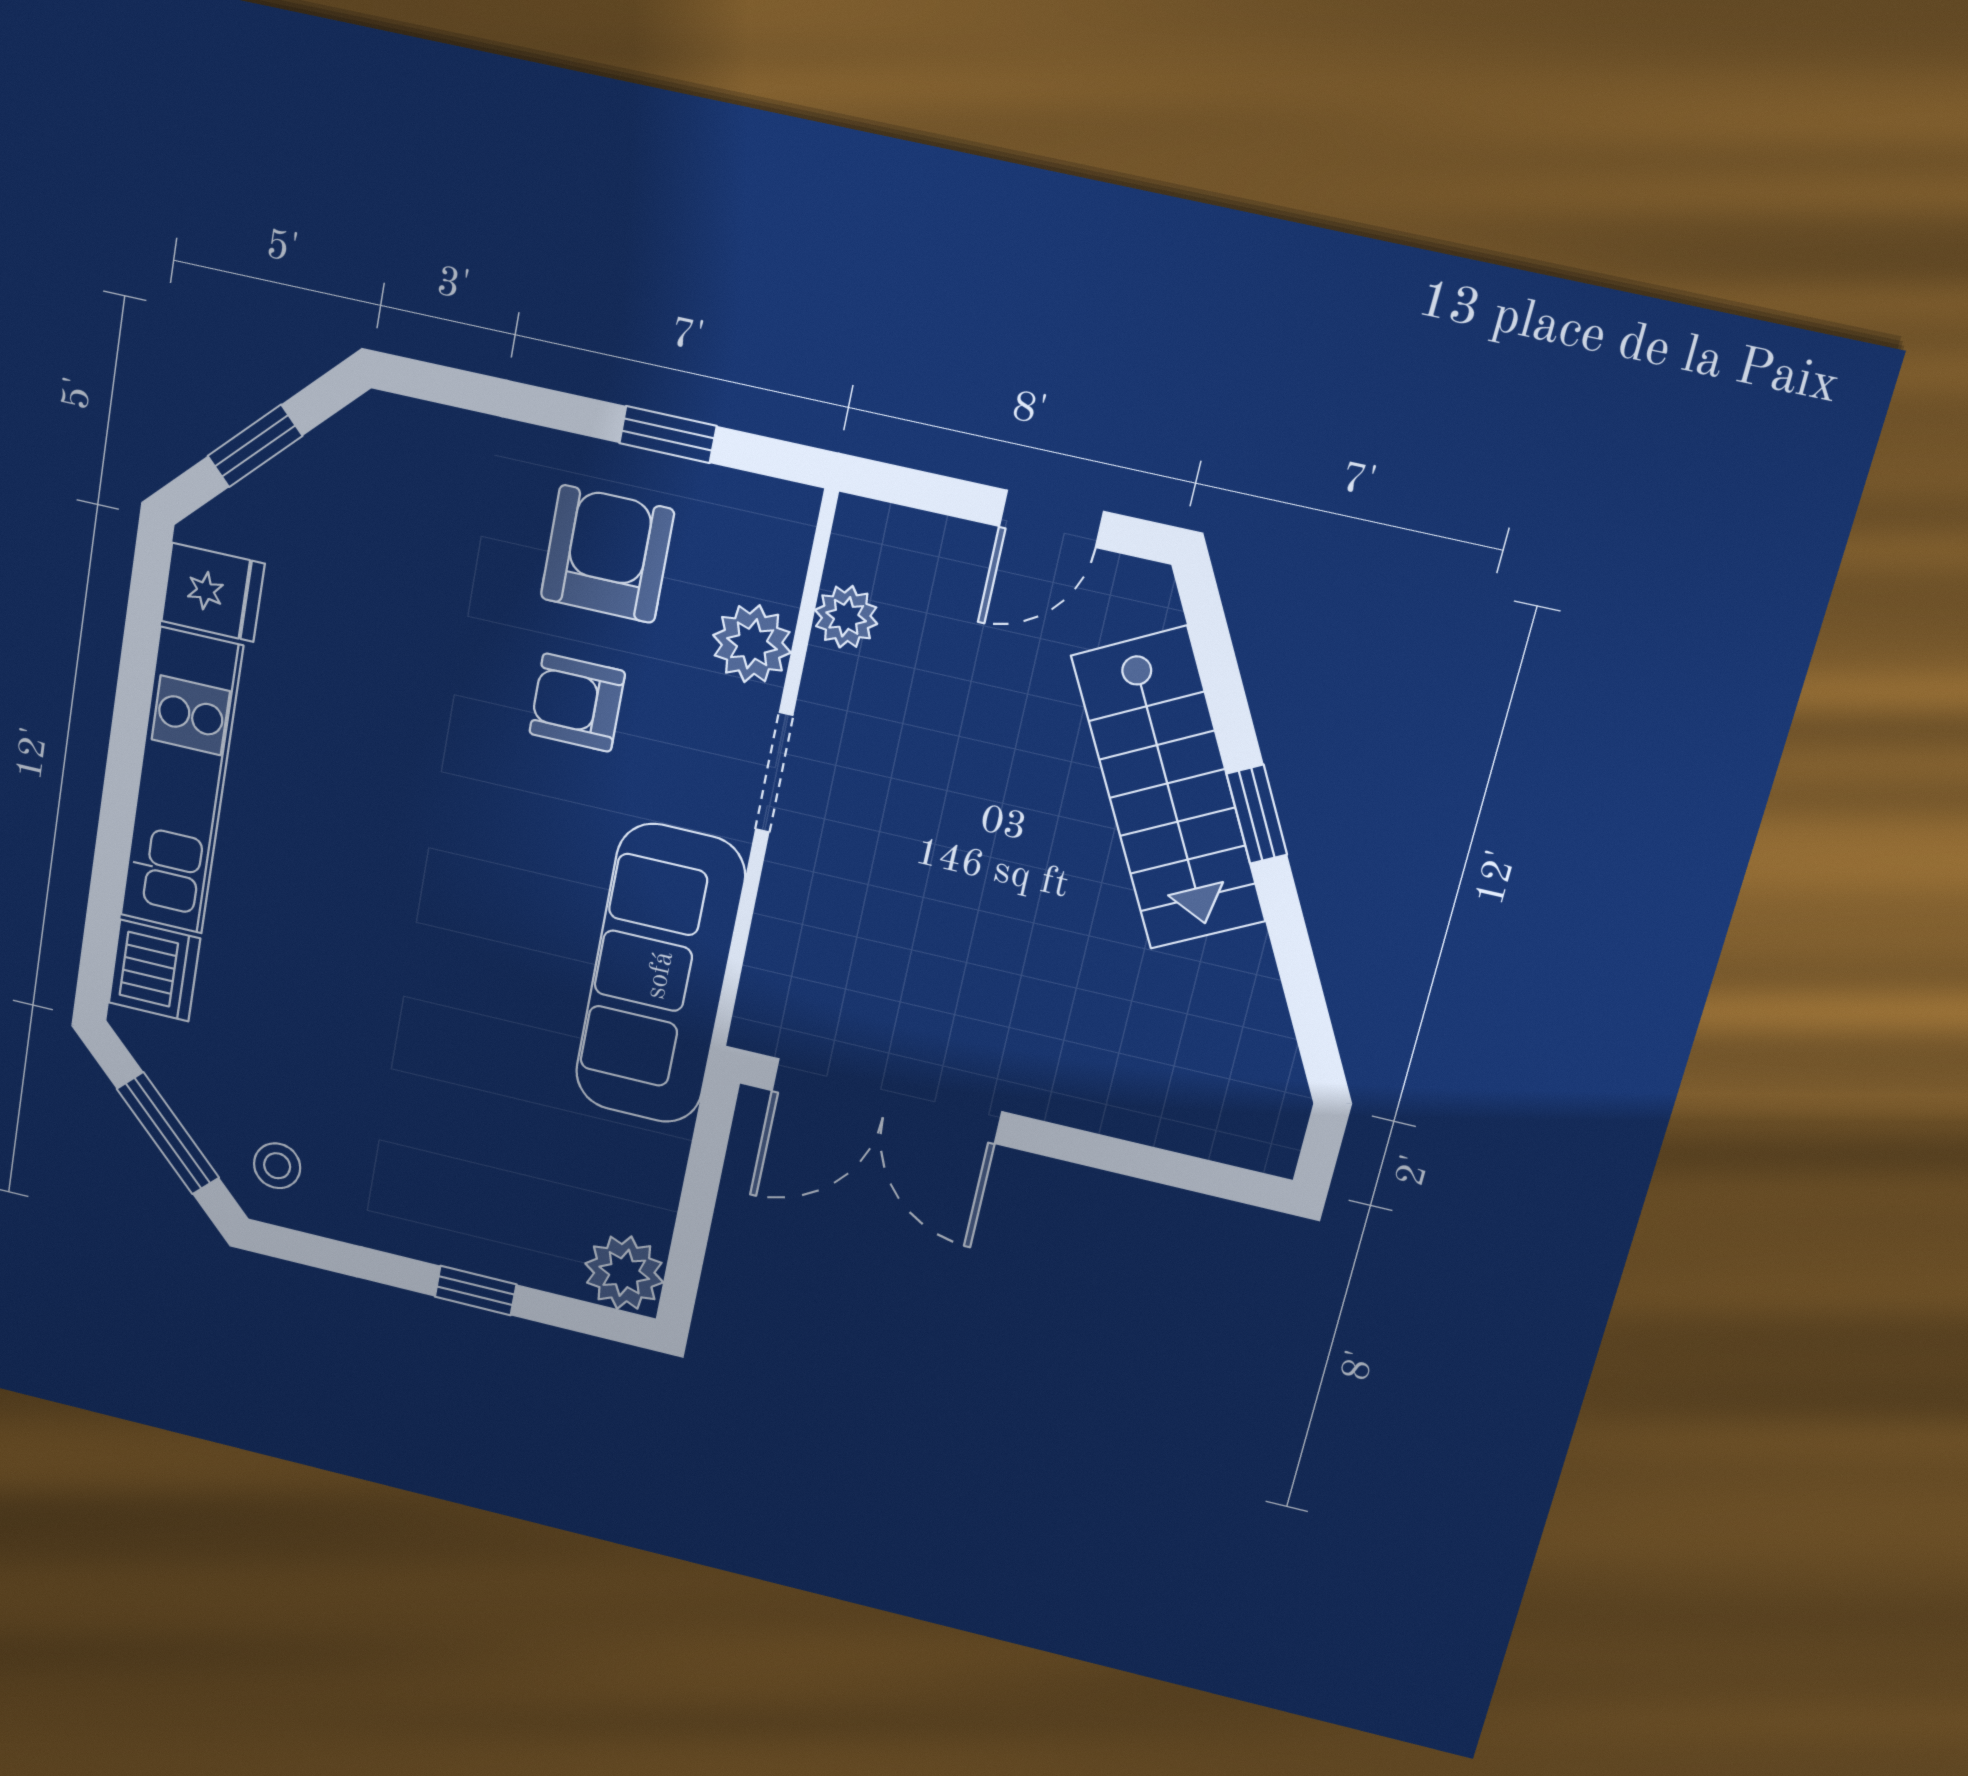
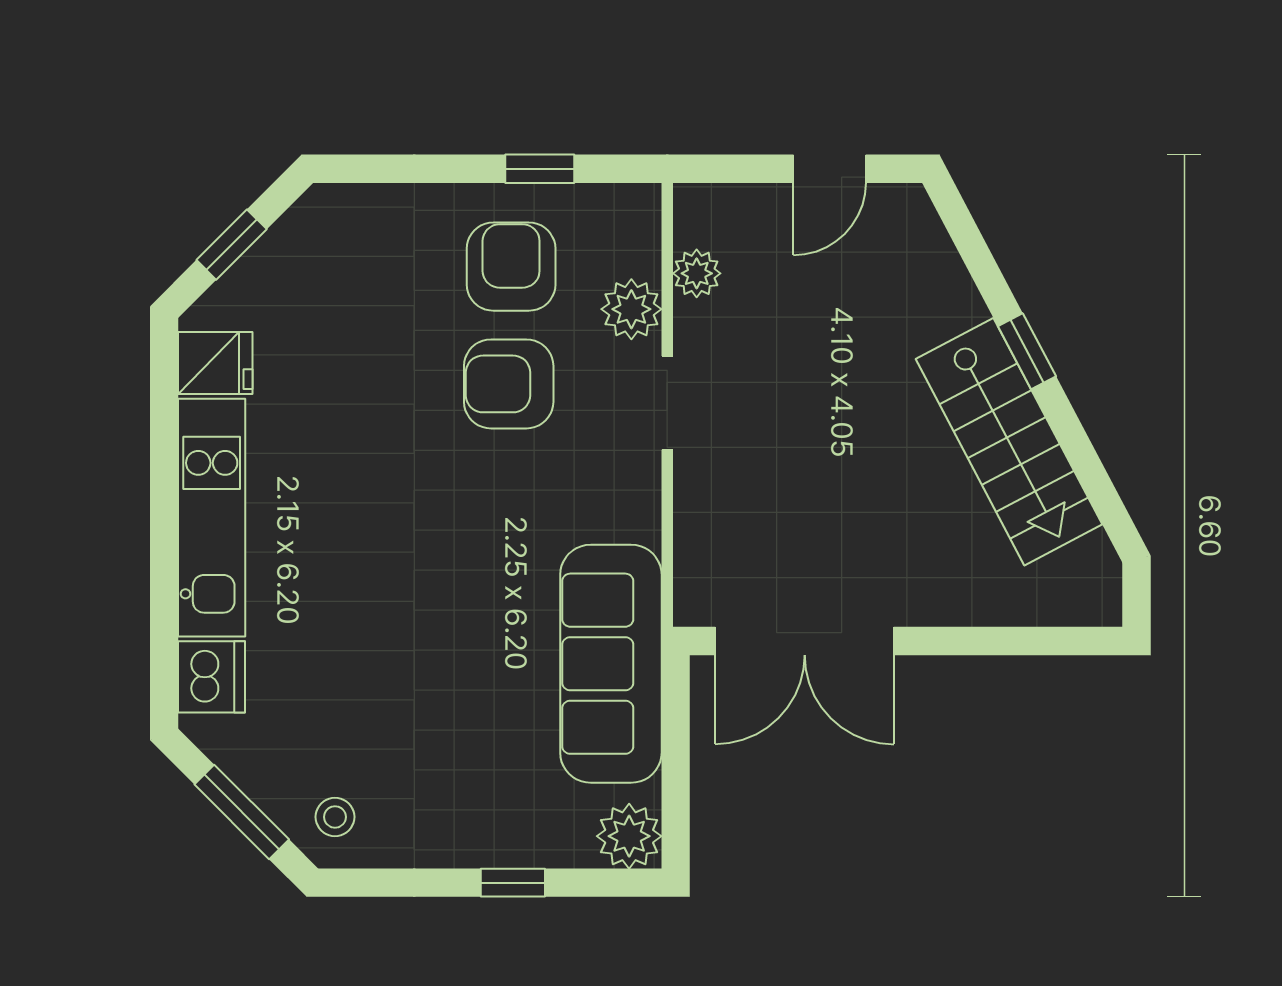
armchair: (577, 703) -> (509, 384), width x1.38, depth x1.38
stairs: (1169, 789) -> (1009, 442), moved
sofa: (660, 975) -> (611, 664), moved

